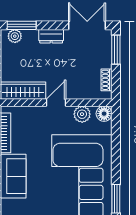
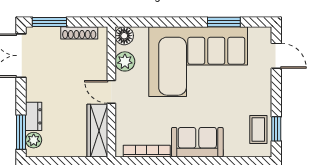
dresser: (51, 36) -> (34, 116), moved
shoe rack: (106, 80) -> (79, 33), width x1.43

